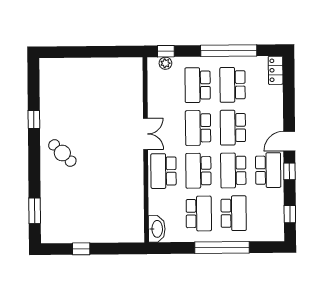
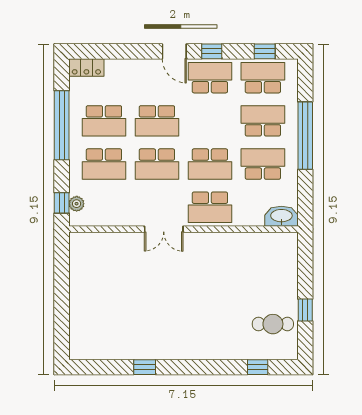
double door: (146, 134) -> (164, 229), swing flipped
cafe table: (62, 153) -> (273, 324), moved, turned 45
school desk: (233, 170) -> (263, 78), moved, turned 180
window: (35, 211) -> (258, 367), width x0.67

